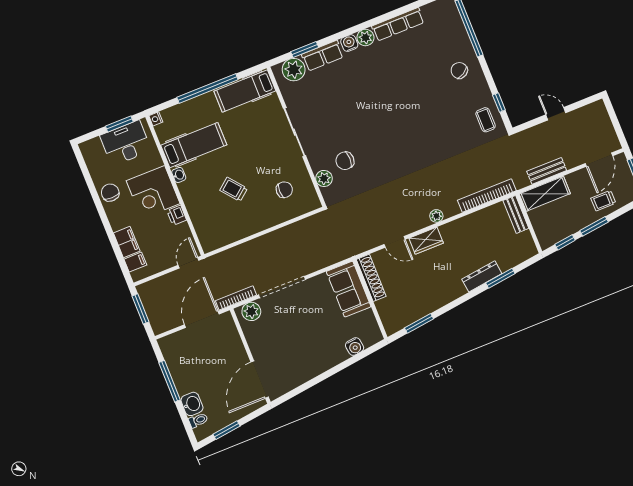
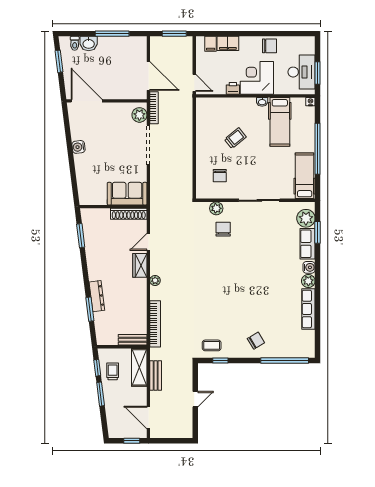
trolley: (603, 201) -> (113, 371), moved
water cooler: (355, 347) -> (79, 147), moved

